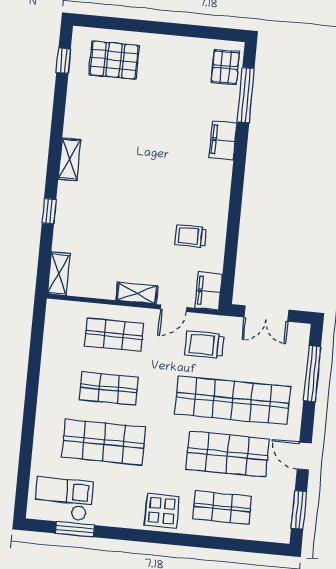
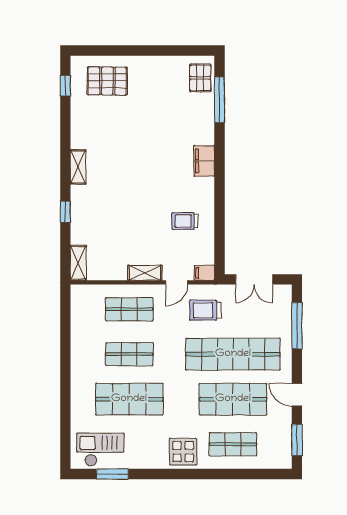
filing cabinet: (223, 140) -> (204, 161), moved
filing cabinet: (209, 291) -> (204, 273), width x0.50

